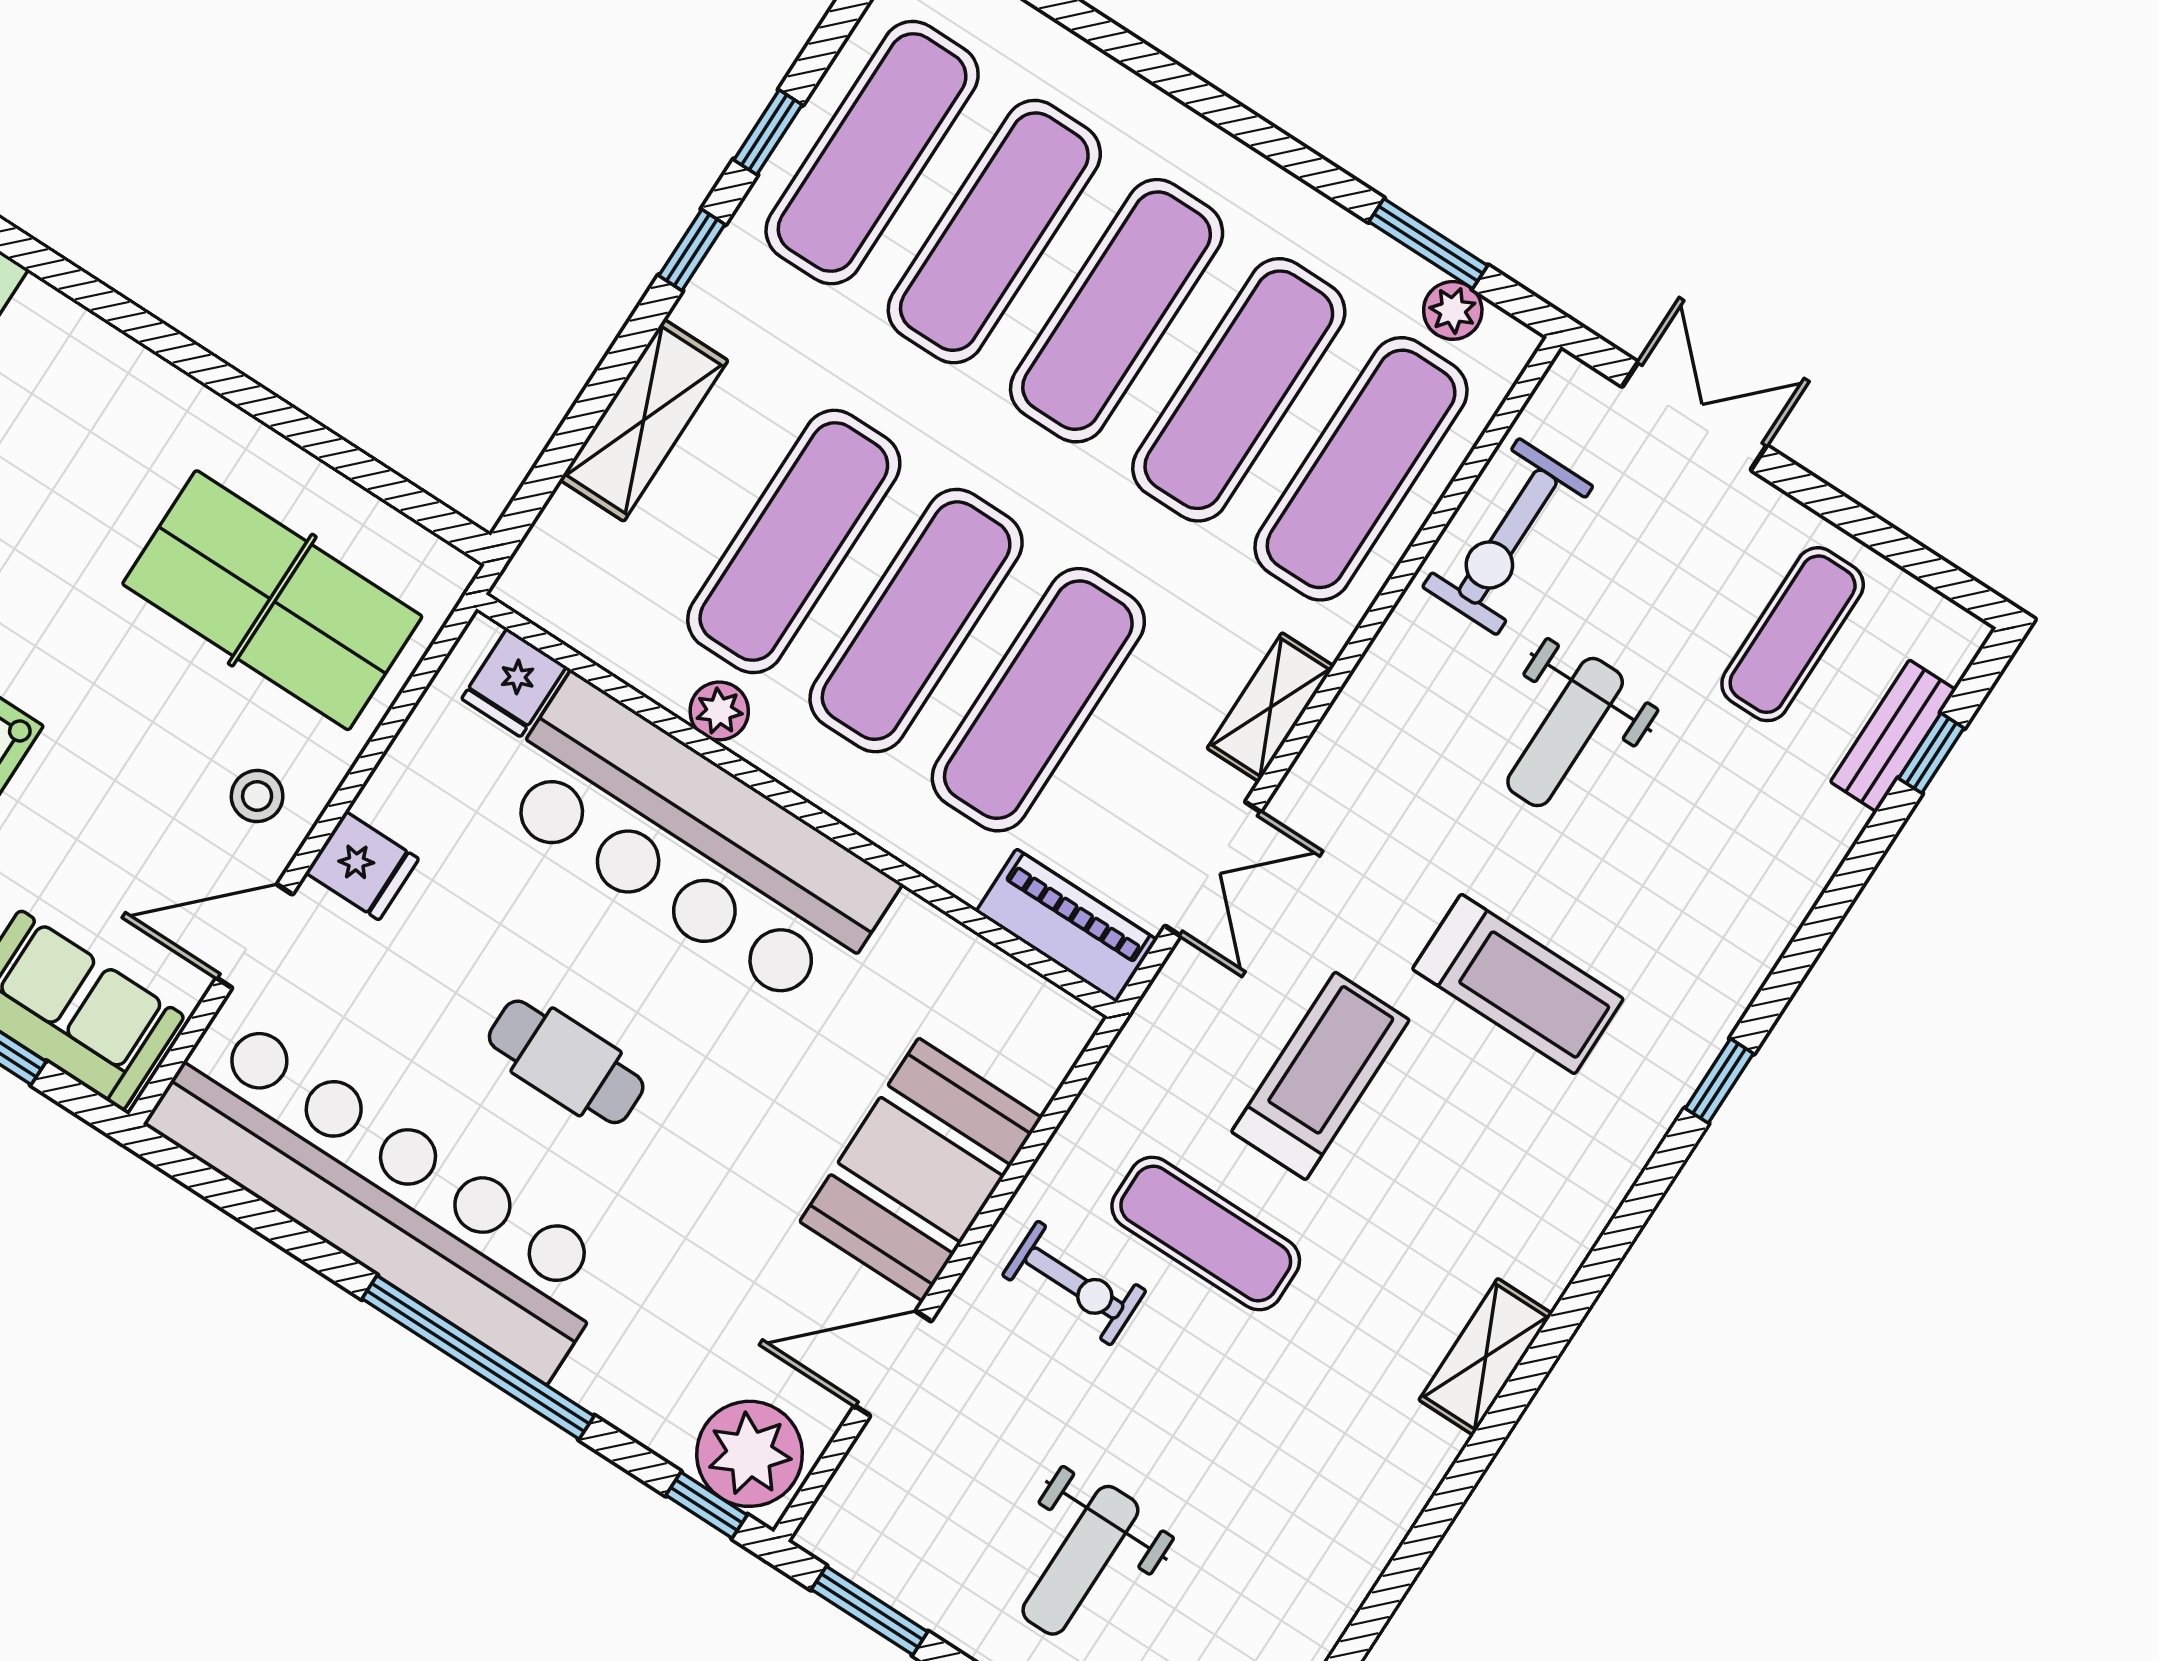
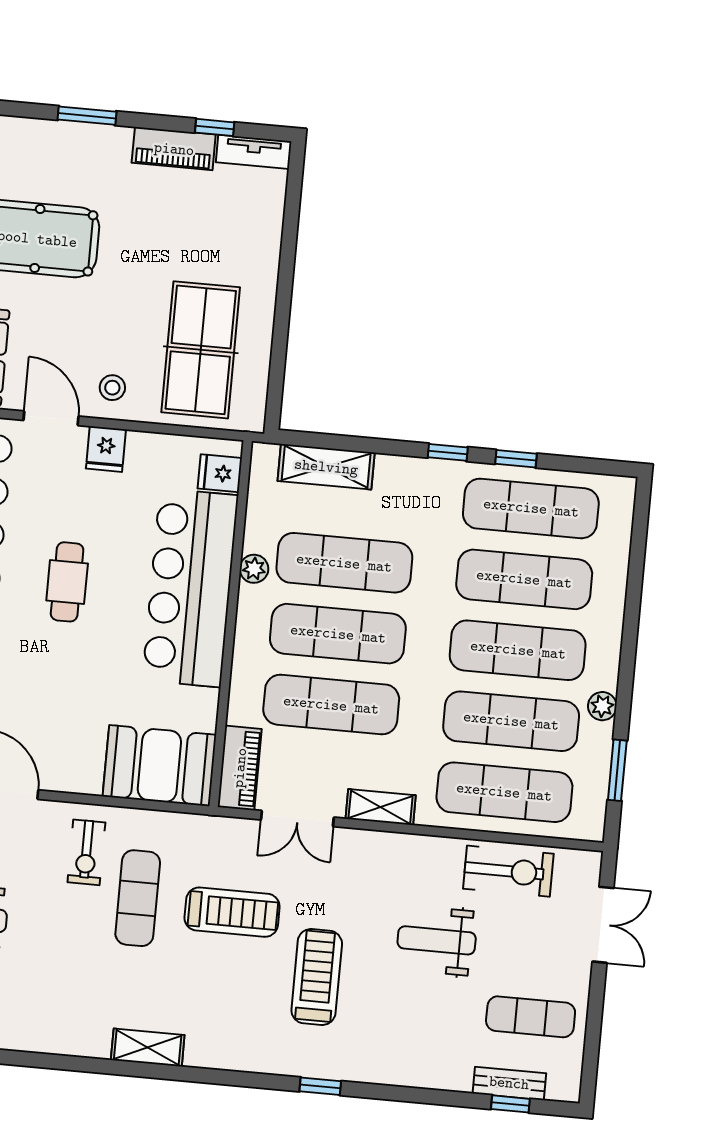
plant: (1453, 310) -> (602, 706), moved
shelving: (644, 420) -> (326, 467), moved
exercise bike: (1508, 537) -> (508, 871), turned 180
treadmill: (1518, 984) -> (317, 977), turned 180
booth: (921, 1170) -> (159, 766), moved

